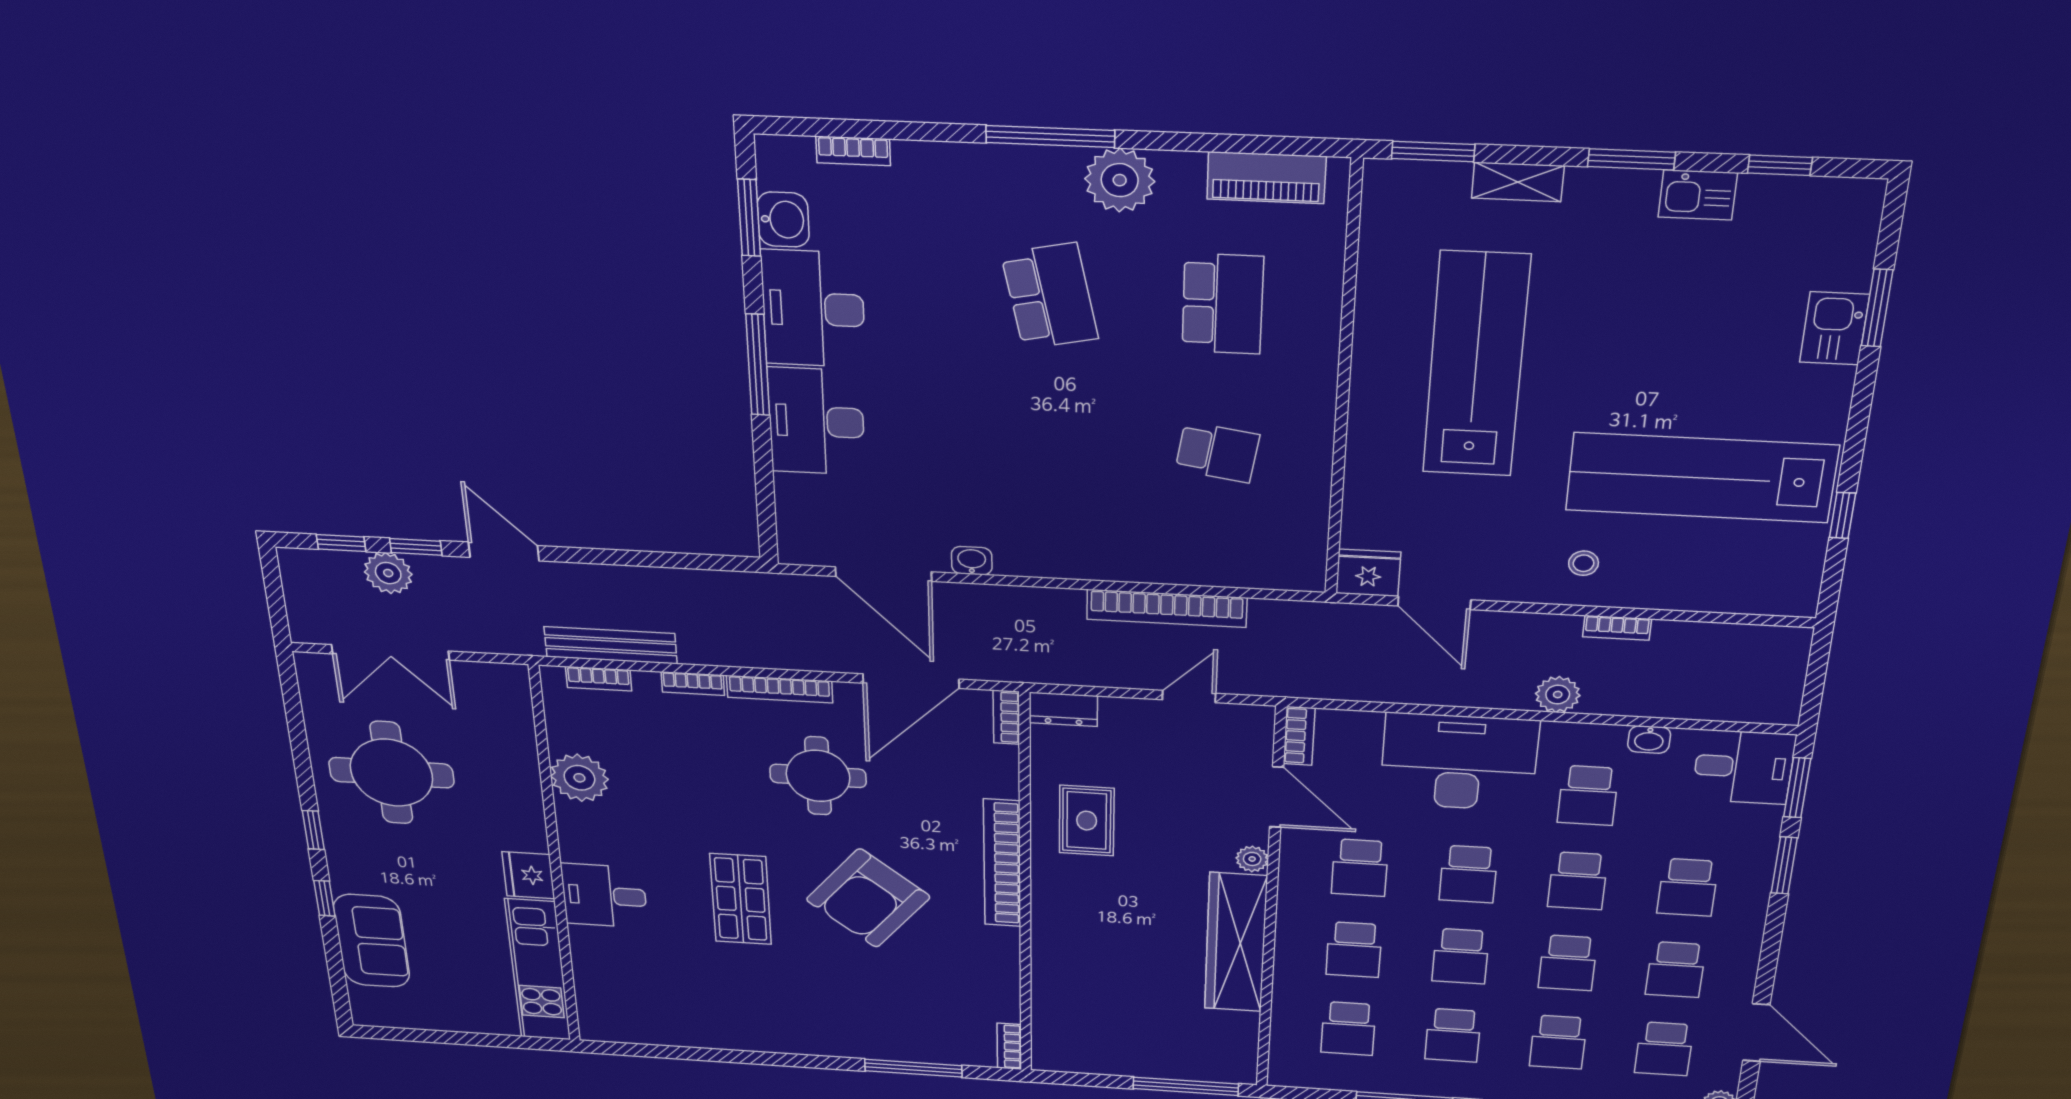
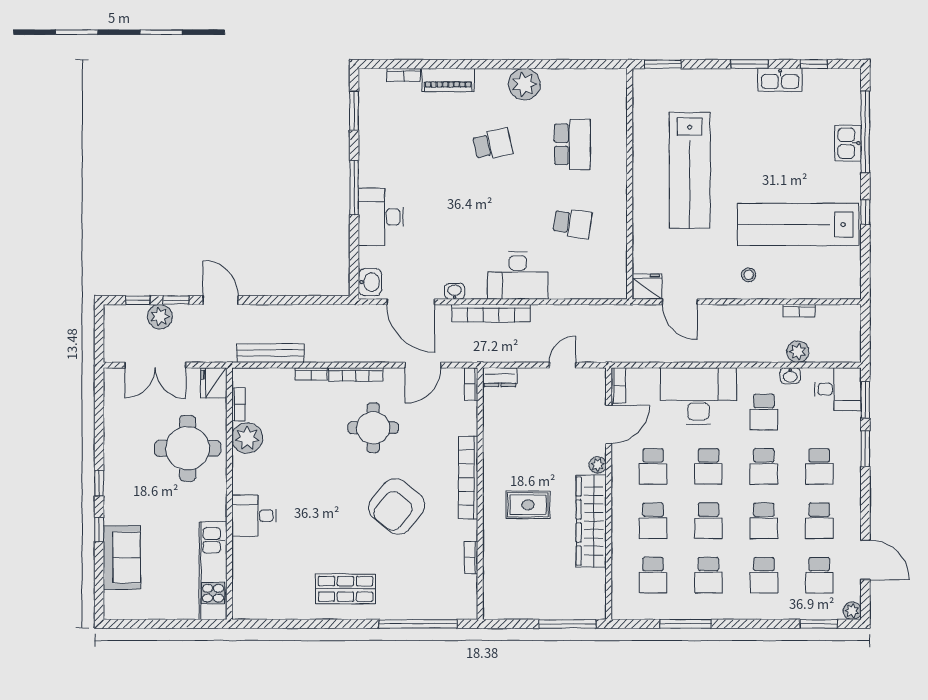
window: (1050, 136) -> (493, 64), removed
piano: (1266, 178) -> (448, 80), moved
shelving: (1518, 182) -> (701, 77), removed
kitchen sink: (1698, 195) -> (780, 80), width x1.38
washbasin: (783, 220) -> (370, 282), moved
school desk: (1050, 296) -> (493, 144), width x0.54
window: (1877, 308) -> (865, 132), width x2.11
desk: (813, 309) -> (518, 276), moved, turned -90
lab bench: (1476, 365) -> (690, 170), turned 180
window: (1843, 515) -> (865, 212), moved
bookcase: (1167, 608) -> (491, 313), moved
bookcase: (1617, 628) -> (799, 311), moved
bookcase: (599, 679) -> (238, 404), moved, turned -90
door: (911, 681) -> (423, 365), width x0.73
plant: (1558, 695) -> (798, 352), moved
round table: (391, 773) -> (188, 448), moved
door: (1277, 797) -> (609, 424), hinge flipped
rug: (1087, 821) -> (528, 505), moved, turned 90
fridge: (528, 875) -> (214, 383), moved
shop shelf: (741, 899) -> (346, 589), moved, turned 90
bookcase: (1009, 1046) -> (471, 558), moved
window: (913, 1068) -> (418, 624), width x1.46

